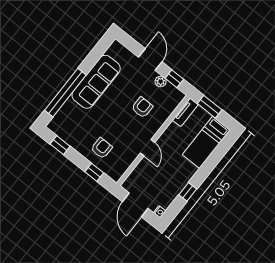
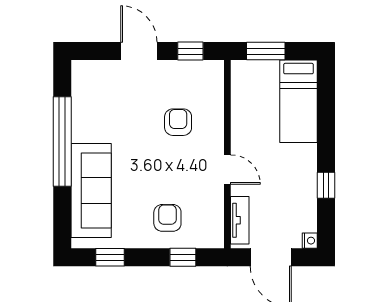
plant: (161, 81) -> (175, 69), removed
sofa: (96, 82) -> (91, 190), moved
window: (65, 93) -> (62, 141), moved
tv unit: (185, 112) -> (240, 220), moved

